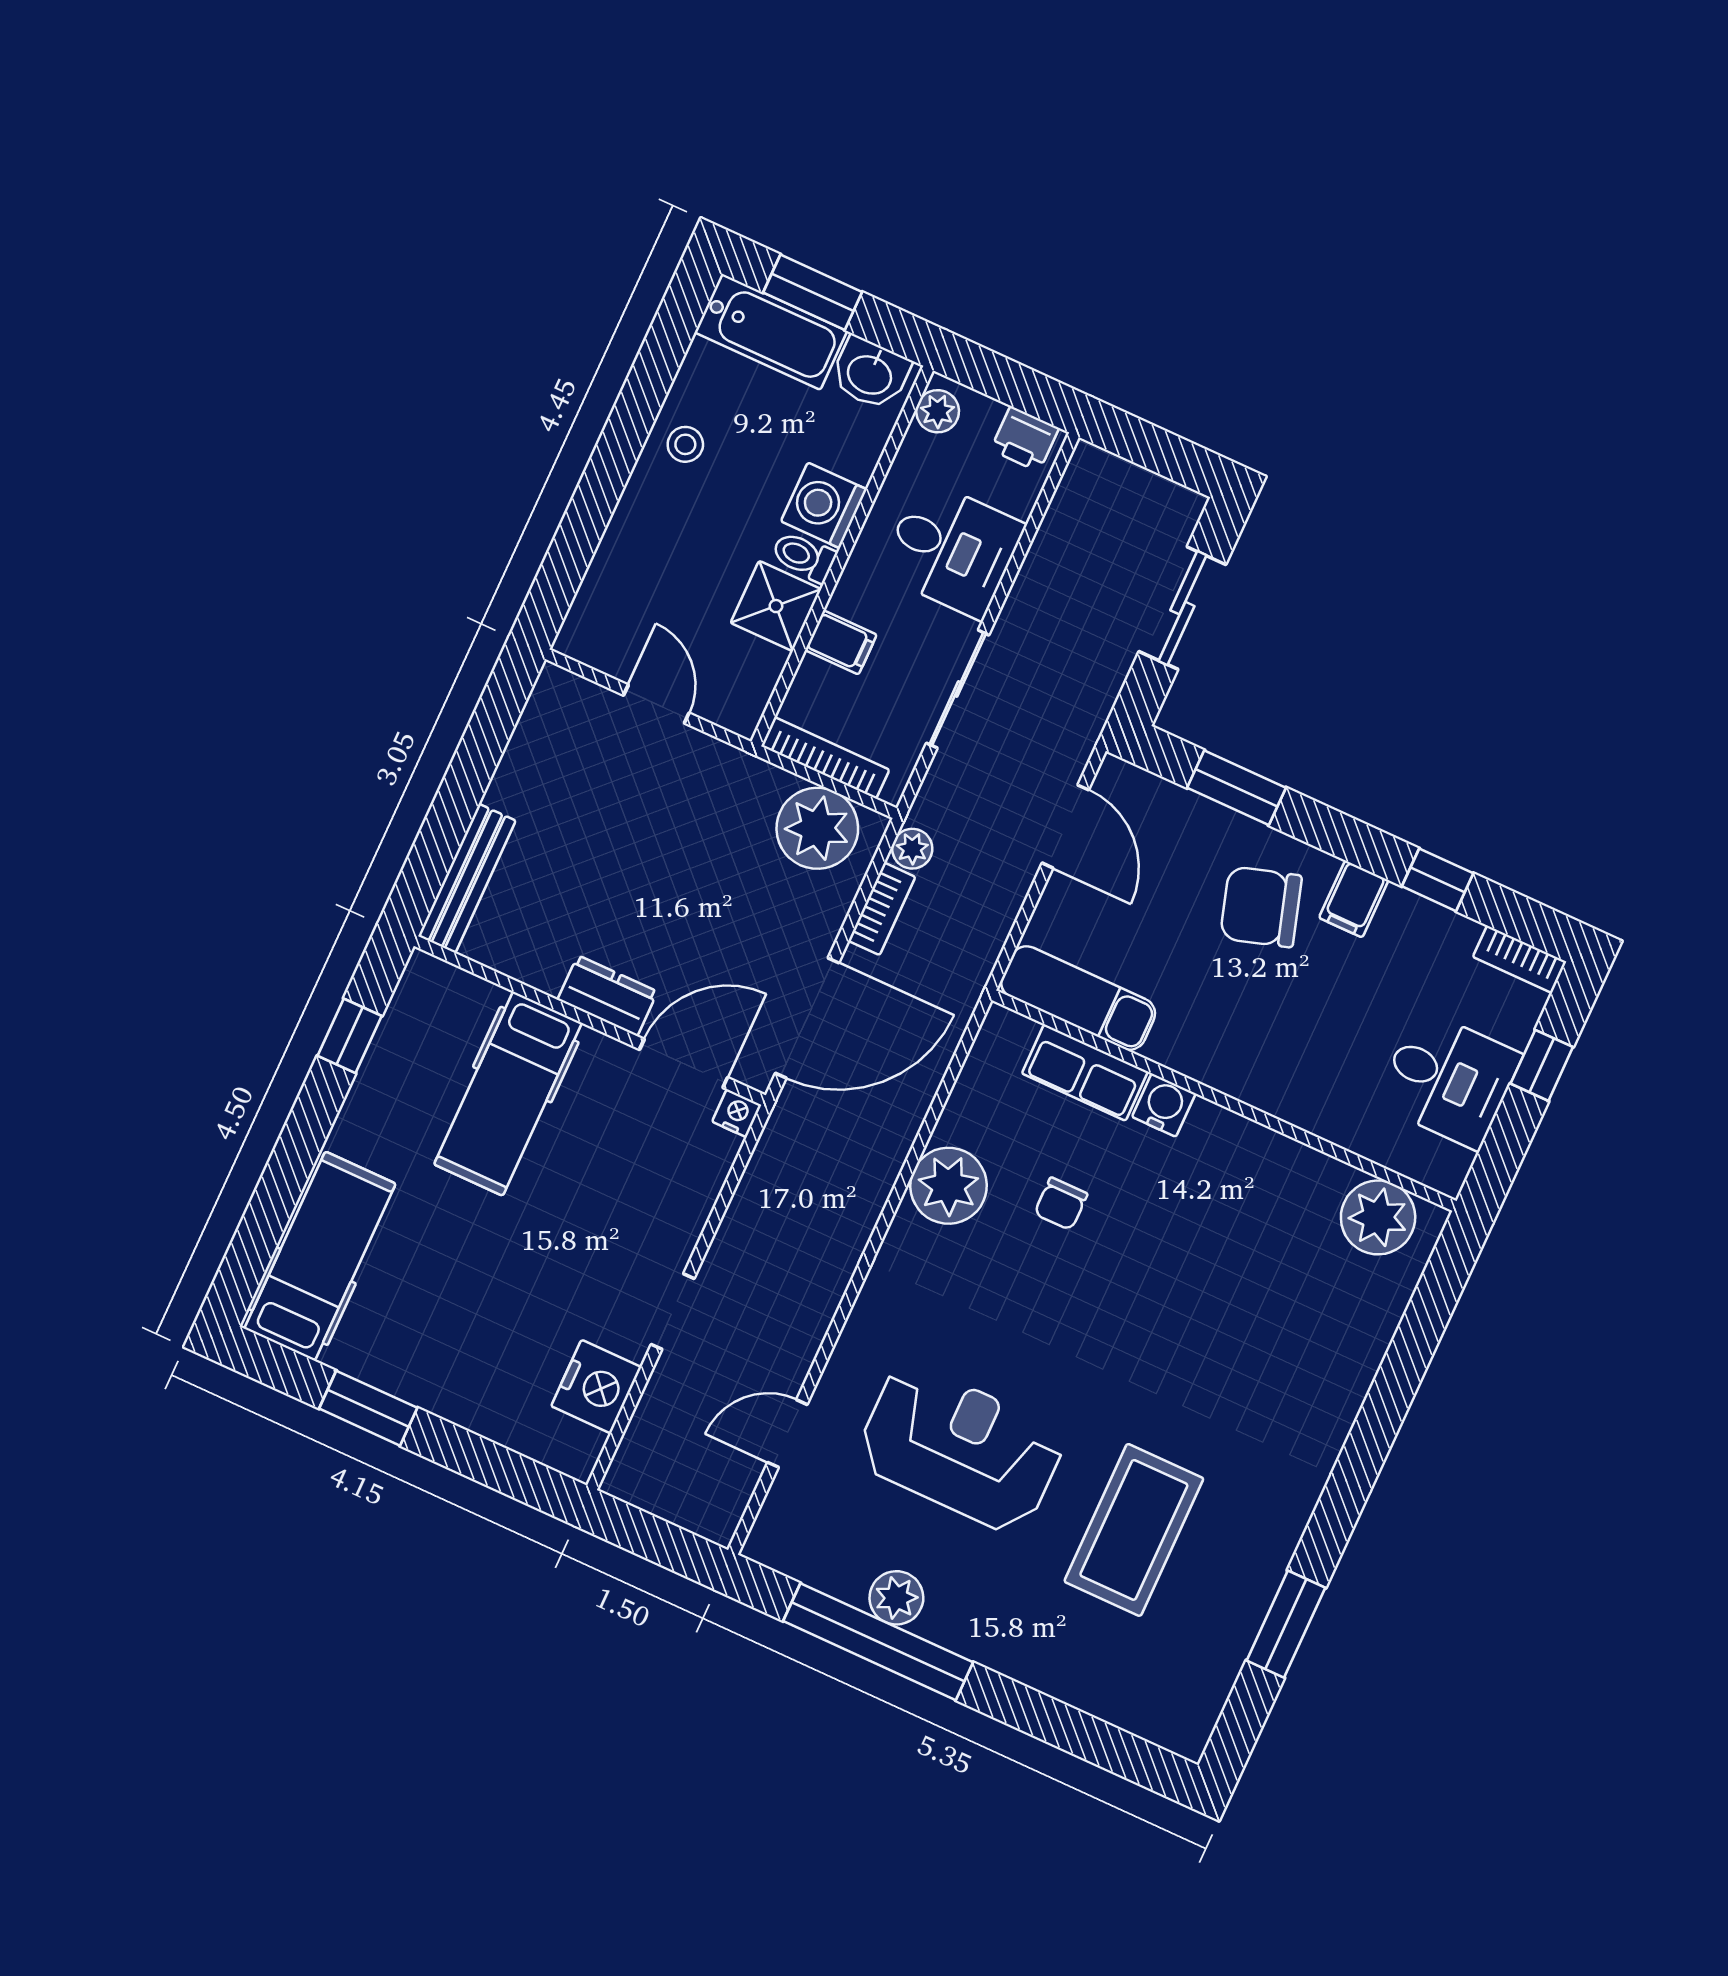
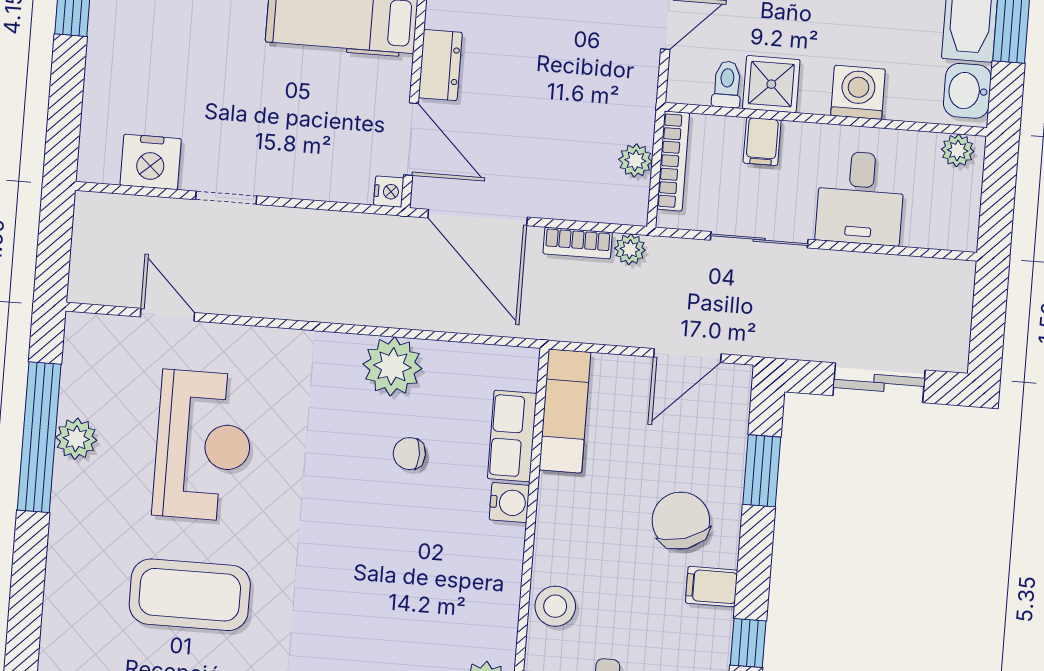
printer: (1025, 439) -> (961, 222), removed
toilet: (804, 557) -> (727, 84), moved
plant: (817, 828) -> (635, 160), width x0.53, depth x0.53
stool: (1309, 1096) -> (555, 606), added

